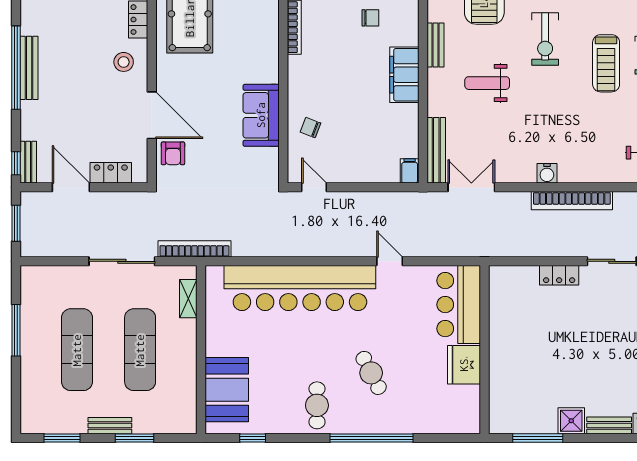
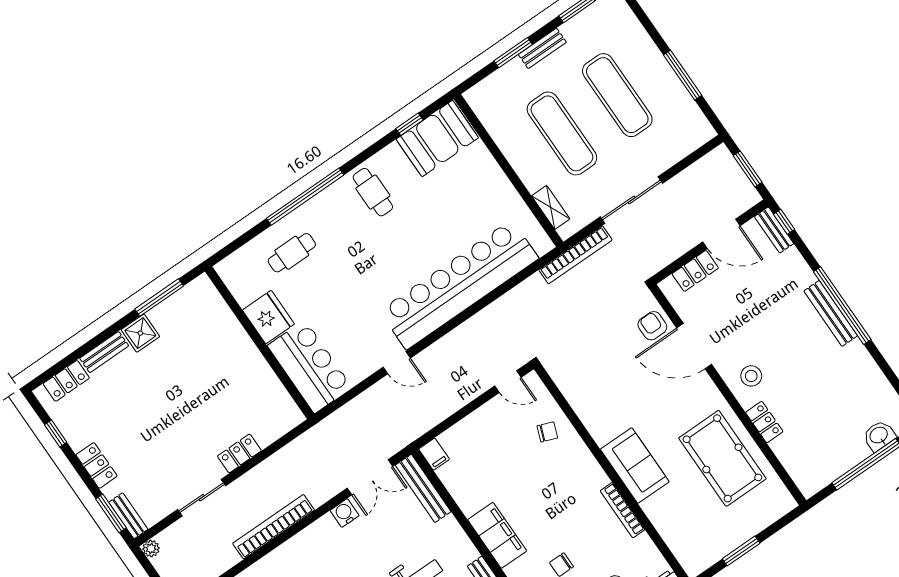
sofa: (261, 115) -> (635, 466), moved
water cooler: (547, 173) -> (345, 513), moved
cafe table: (371, 373) -> (292, 253), moved, turned -63
booth: (227, 390) -> (437, 138), moved, turned 90

